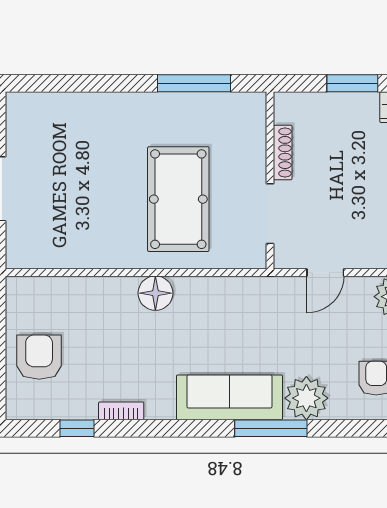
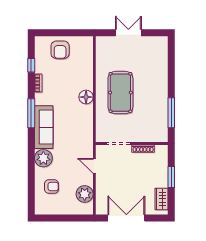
pool table: (178, 199) -> (120, 93), moved, turned 90
armchair: (39, 357) -> (60, 50), turned 90
window: (271, 428) -> (31, 113), moved

